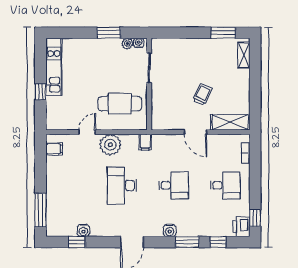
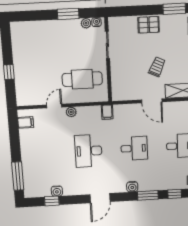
pallet: (195, 48) -> (149, 25), added
kitchen unit: (54, 67) -> (19, 48), removed
plant: (110, 145) -> (71, 112), width x0.53, depth x0.53

